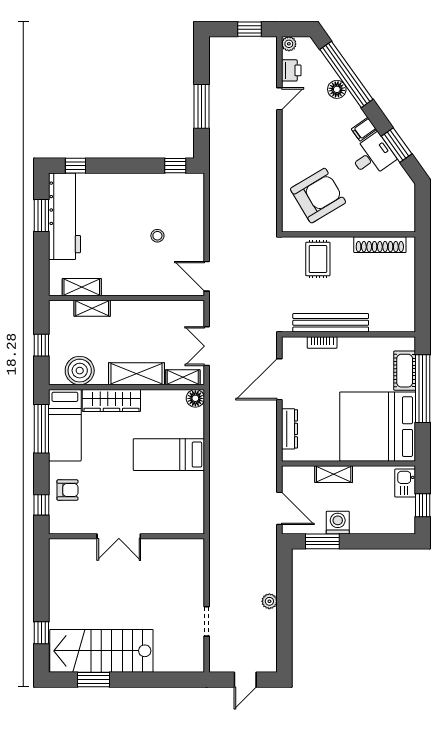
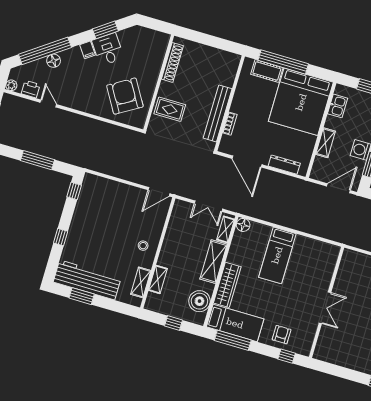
window: (76, 166) -> (61, 237), moved
stool: (157, 236) -> (143, 246), moved
kitchen sink: (405, 483) -> (338, 106), moved, turned -90

